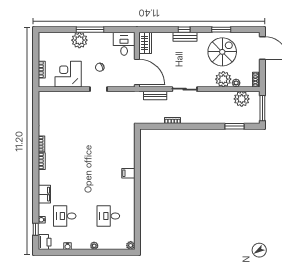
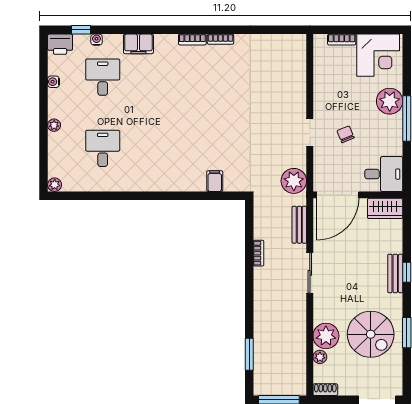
corner desk: (68, 74) -> (378, 55), moved, turned 90
plant: (242, 99) -> (294, 181), moved
filing cabinet: (128, 173) -> (215, 181), moved

